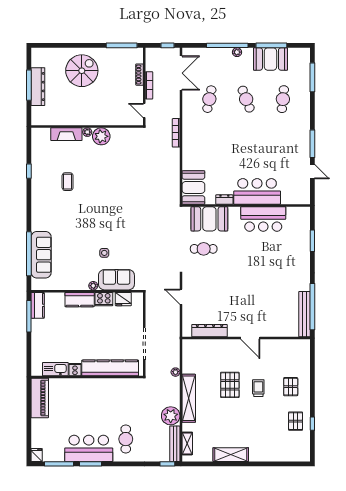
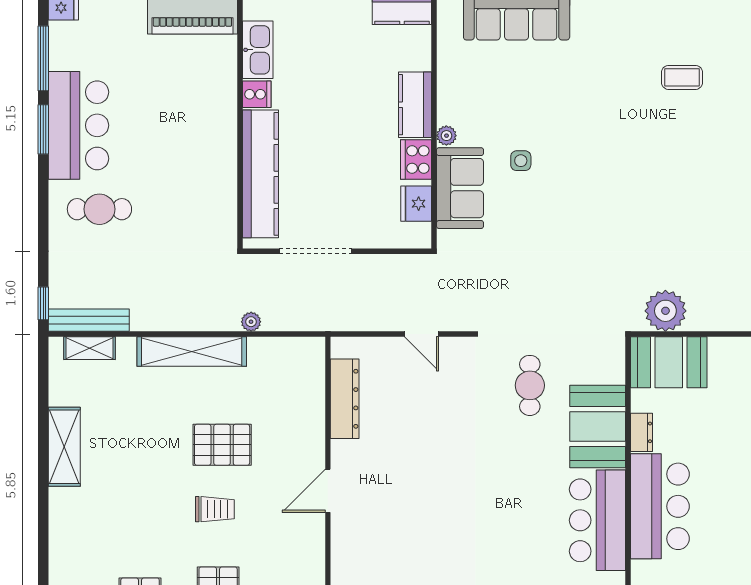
booth: (209, 219) -> (598, 426), moved
door: (181, 297) -> (422, 334), swing flipped
plant: (171, 416) -> (665, 311), moved

